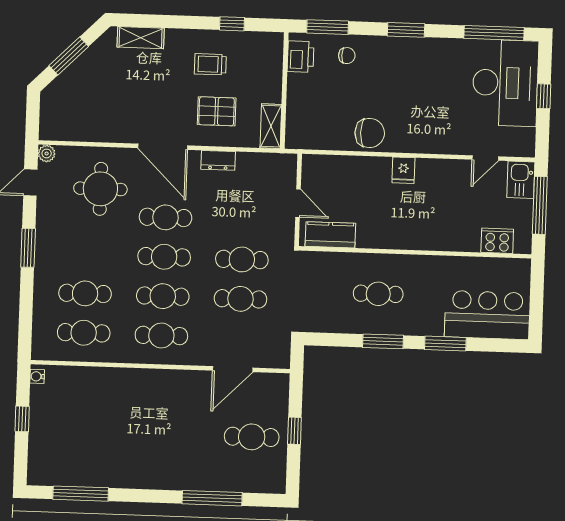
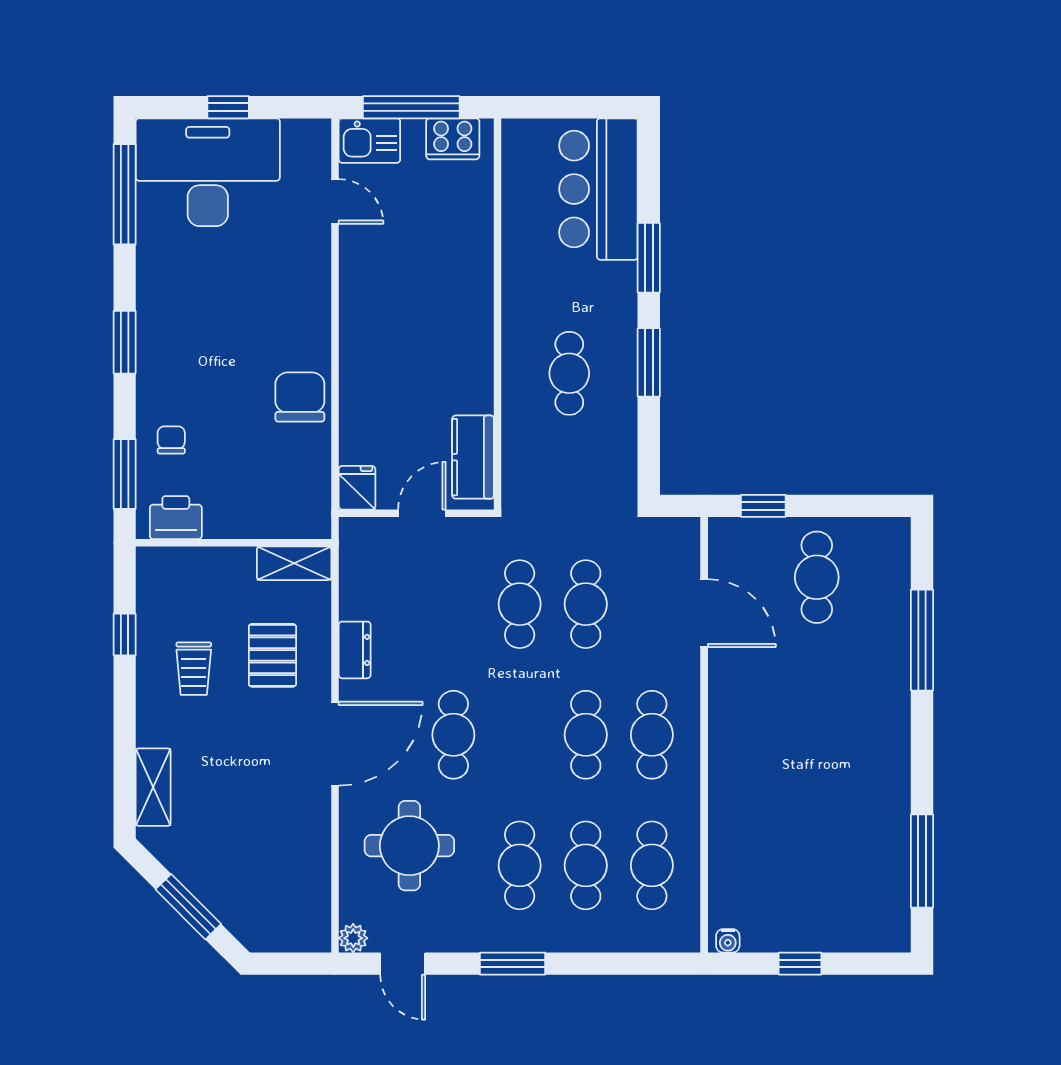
fridge: (403, 170) -> (357, 488), moved, turned -90
cooker: (497, 241) -> (453, 139), moved, turned -90
cafe table: (164, 257) -> (520, 865), moved
window: (294, 431) -> (763, 506), moved

